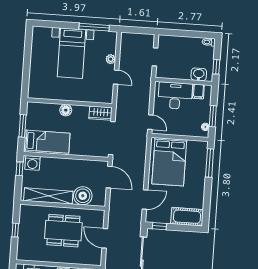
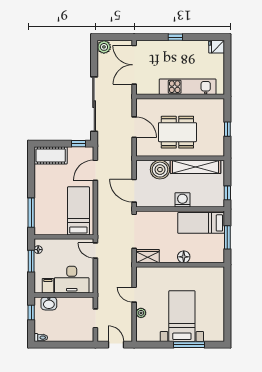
window: (94, 27) -> (189, 345), moved
door: (137, 30) -> (116, 345), added
bed: (169, 162) -> (78, 211), width x0.67
washing machine: (32, 163) -> (182, 200), moved

